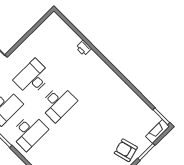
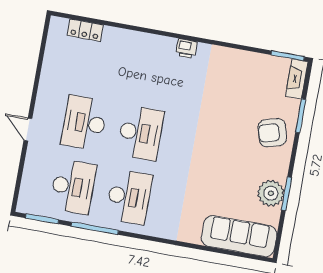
locker: (66, 30) -> (85, 30), added
printer: (84, 48) -> (186, 49), moved

